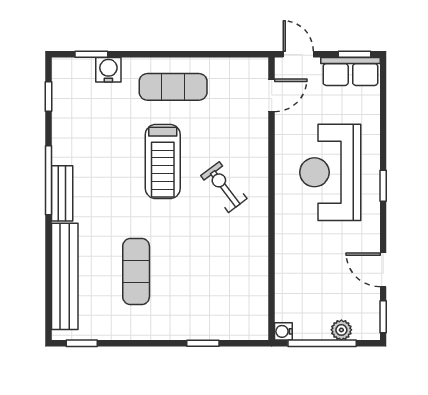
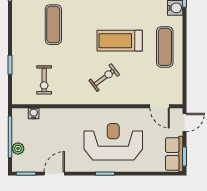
exercise mat: (136, 272) -> (53, 25), turned 90
exercise bike: (228, 287) -> (44, 80), added
water cooler: (283, 331) -> (34, 113), moved

